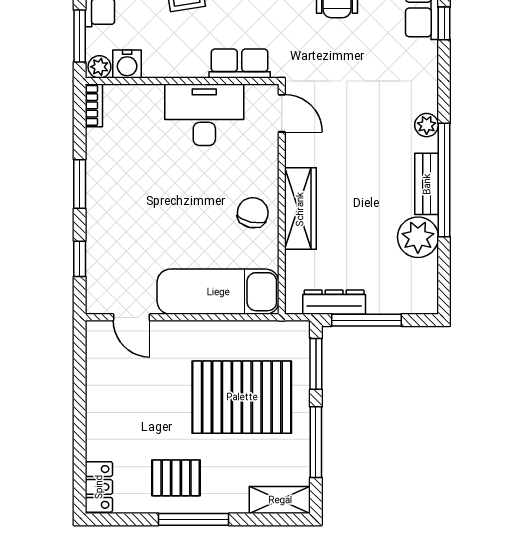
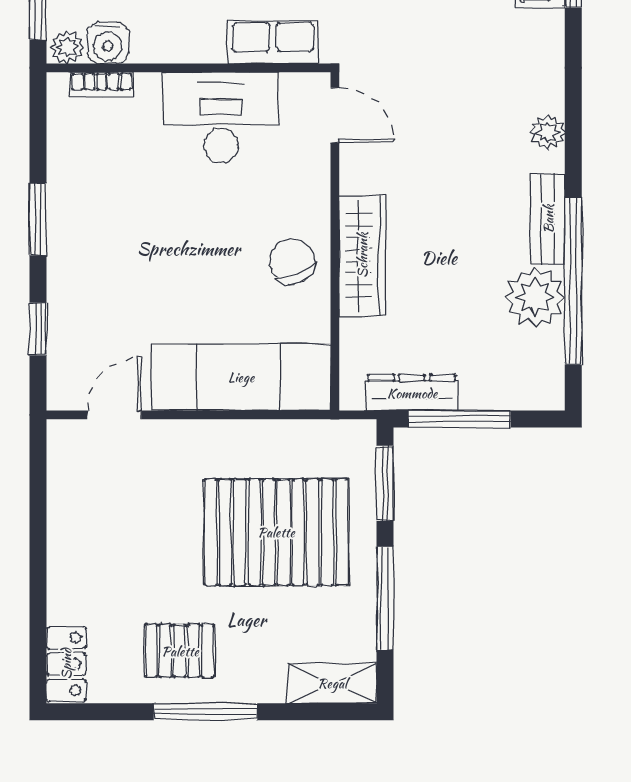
bookcase: (94, 105) -> (102, 85), moved, turned 90
window: (444, 180) -> (573, 281), moved
chair: (253, 213) -> (292, 261), turned -33
door: (131, 317) -> (114, 415), swing flipped

